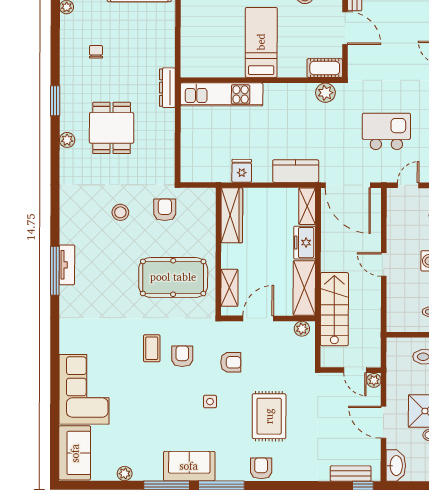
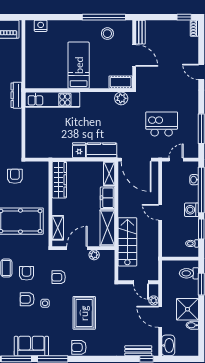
fridge: (242, 171) -> (79, 150), moved
plant: (302, 329) -> (94, 255), moved
armchair: (231, 362) -> (59, 277), turned 180
plant: (374, 380) -> (154, 300), moved
armchair: (183, 396) -> (27, 299), added
armchair: (261, 468) -> (79, 347), turned -90

